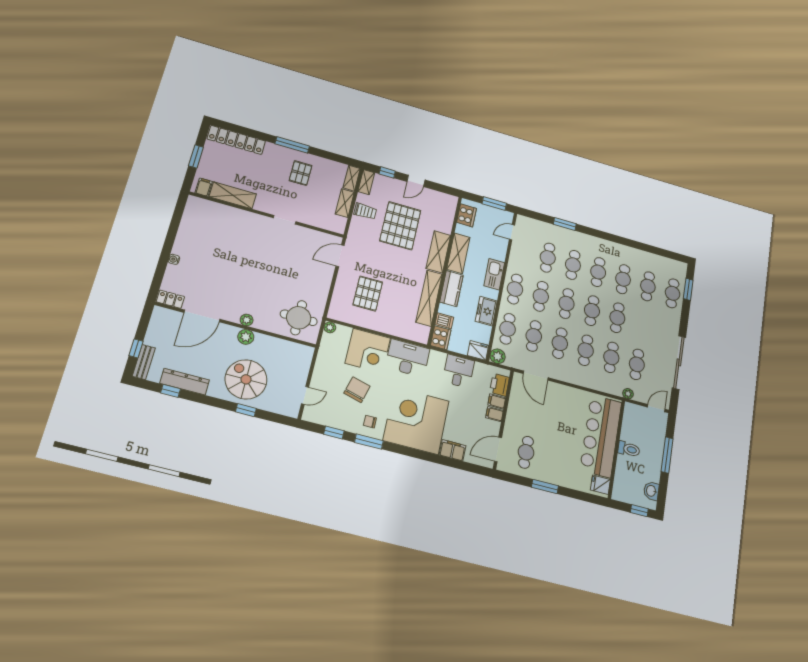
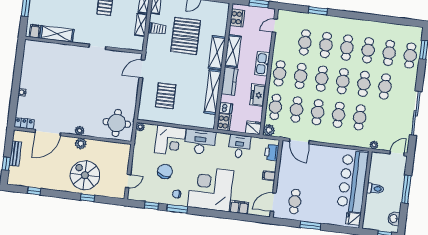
bench: (144, 362) -> (15, 154), moved
cafe table: (637, 364) -> (385, 86), moved
dresser: (185, 382) -> (43, 183), removed
filing cabinet: (497, 401) -> (270, 166), removed

